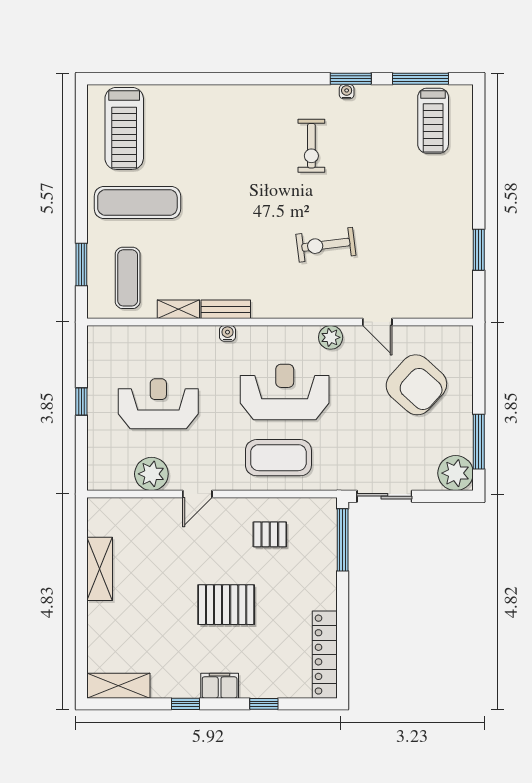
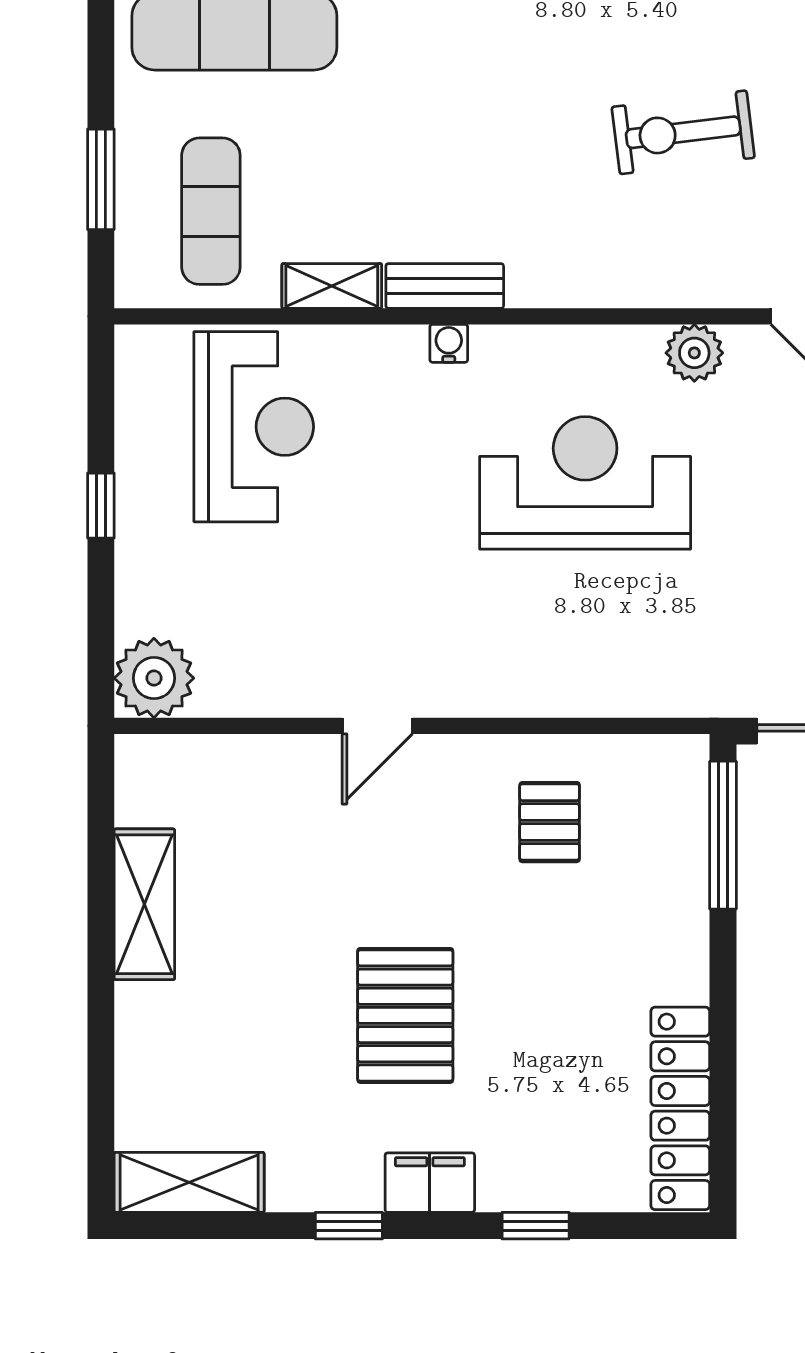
reception desk: (158, 404) -> (254, 427), moved, turned 90
coffee table: (278, 458) -> (570, 639), removed
plant: (151, 474) -> (154, 678), moved
pallet: (270, 534) -> (550, 822), turned 90
pallet: (226, 605) -> (405, 1015), moved, turned 90

